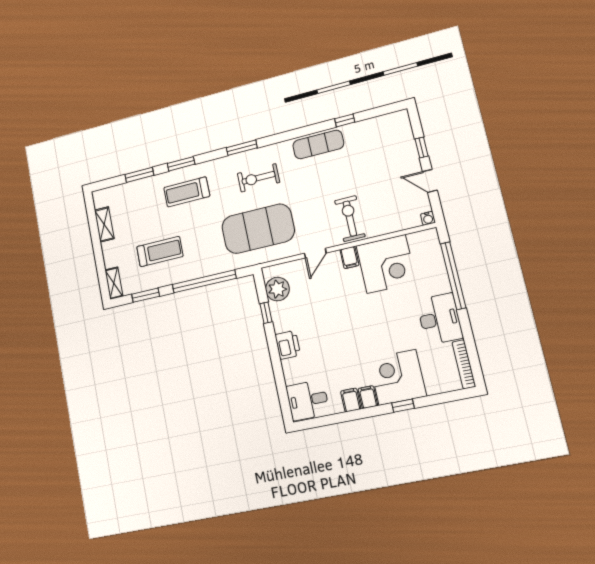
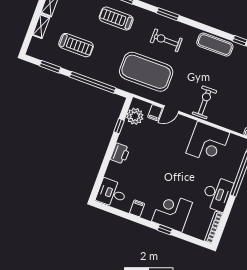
filing cabinet: (349, 257) -> (155, 113), moved
shelving: (114, 283) -> (41, 26), moved
filing cabinet: (368, 397) -> (148, 213), removed

